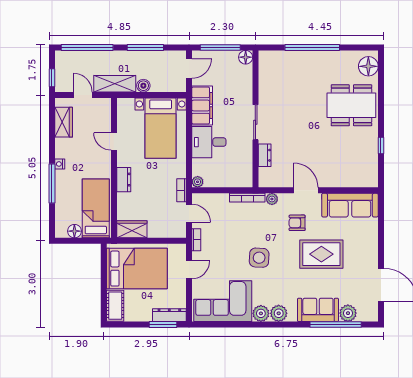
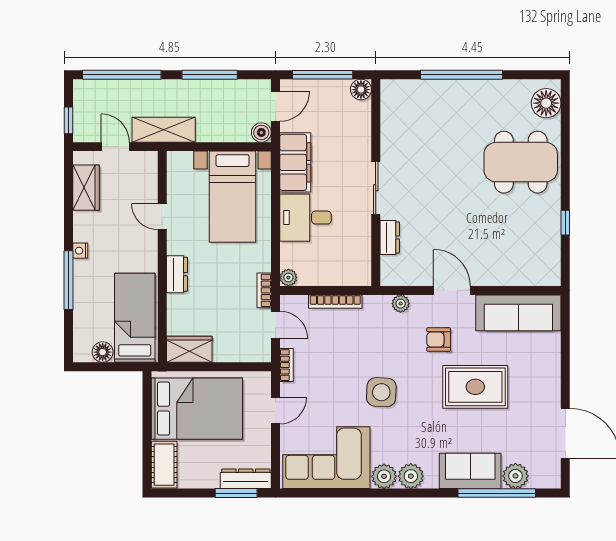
boiler: (143, 86) -> (261, 132), moved
bookcase: (247, 198) -> (335, 302), moved

